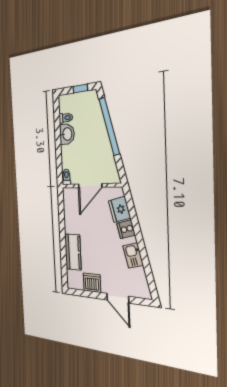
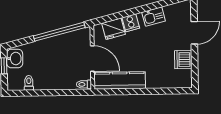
window: (109, 126) -> (59, 32), moved
washbasin: (67, 134) -> (15, 59), moved, turned 90
kitchen counter: (73, 252) -> (120, 80), moved, width x1.50

